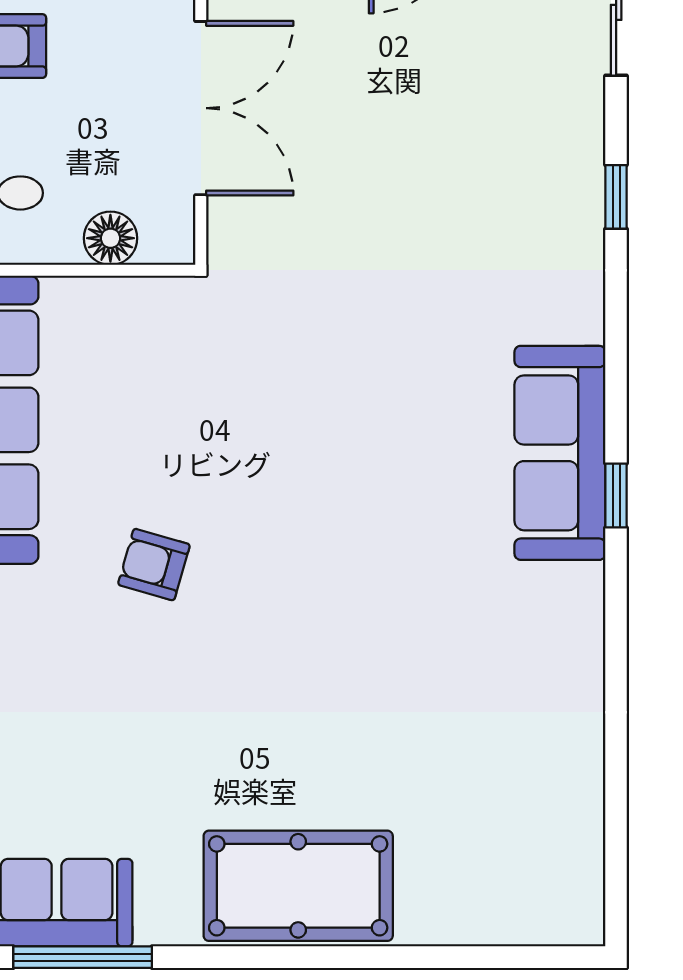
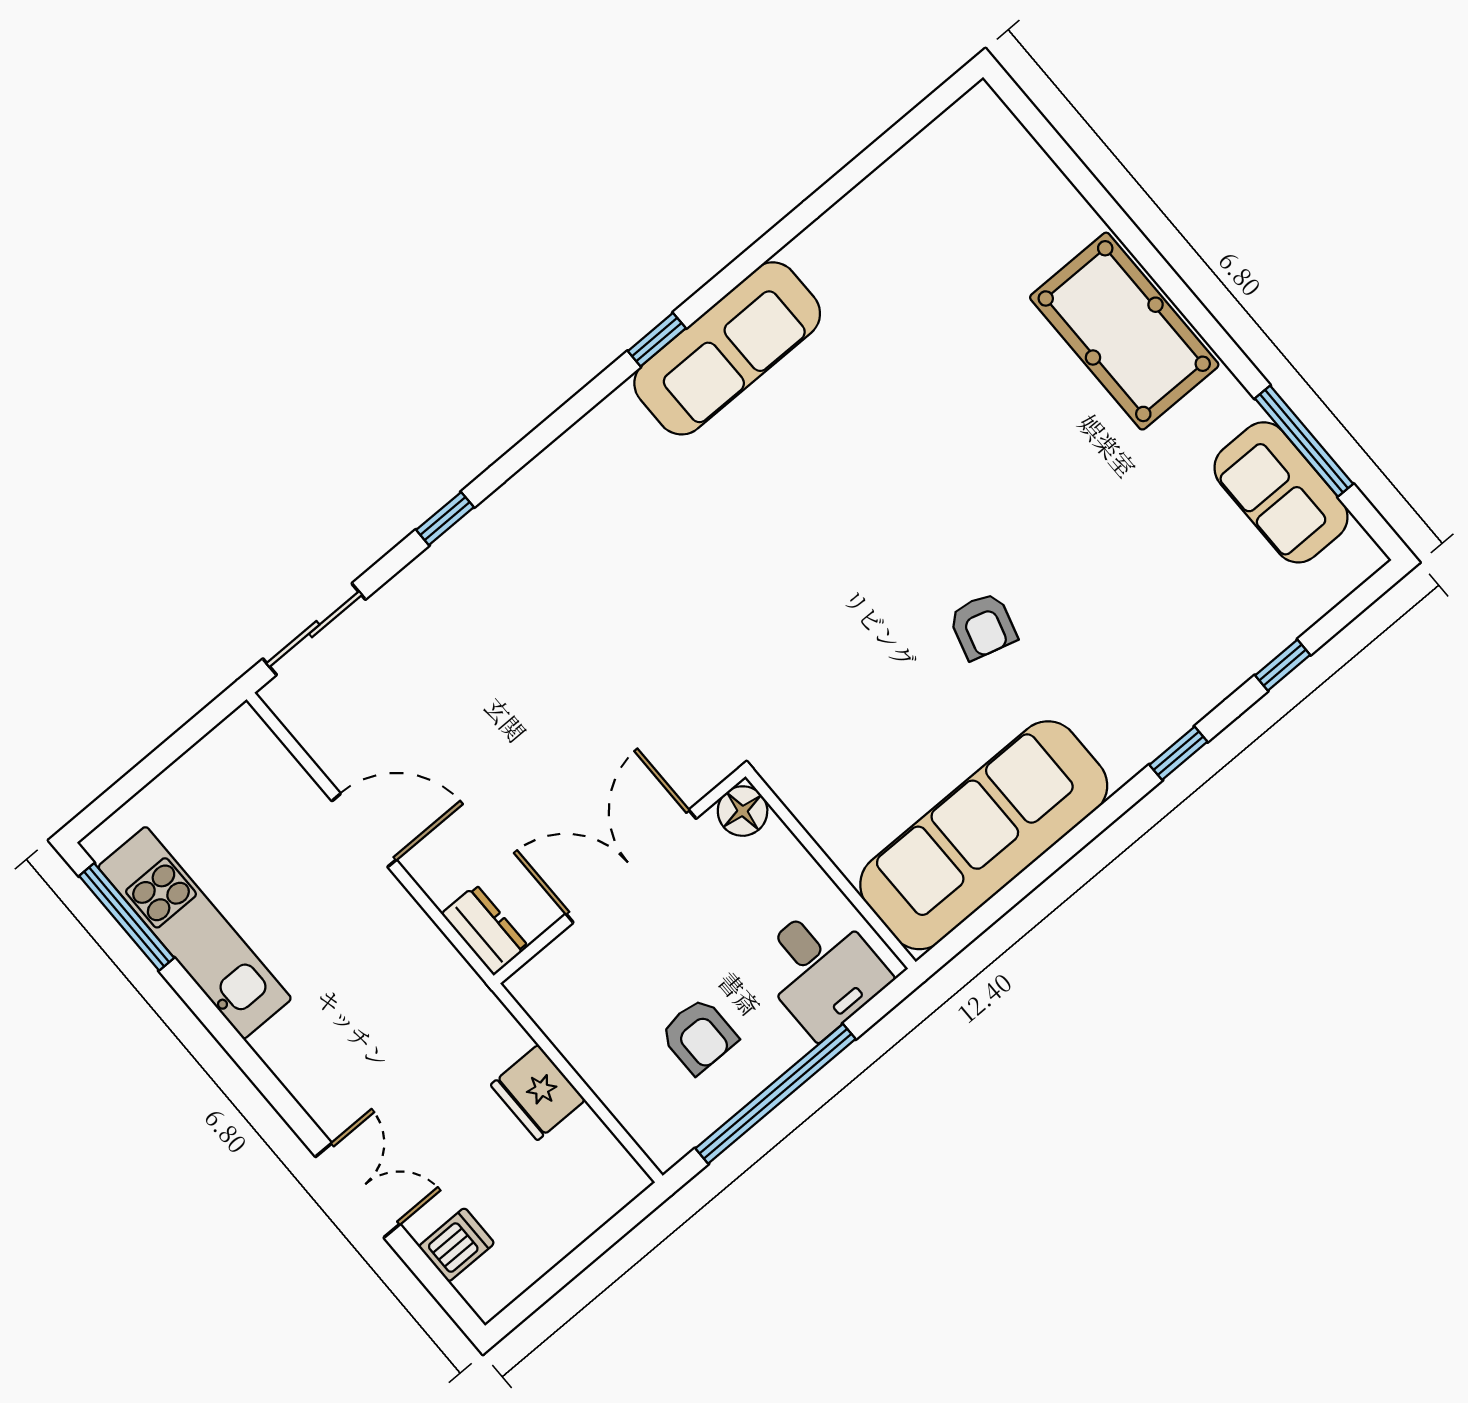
floor lamp: (110, 238) -> (743, 811), moved
sofa: (560, 453) -> (727, 348), moved

